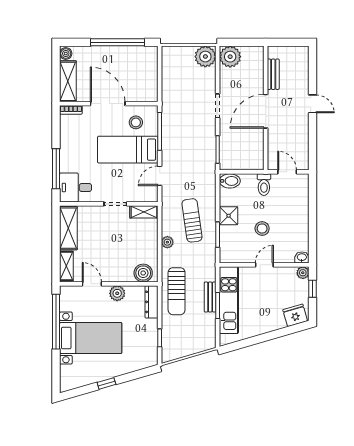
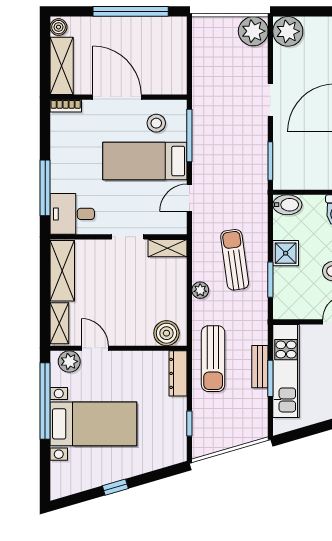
plant: (117, 293) -> (69, 361), moved

